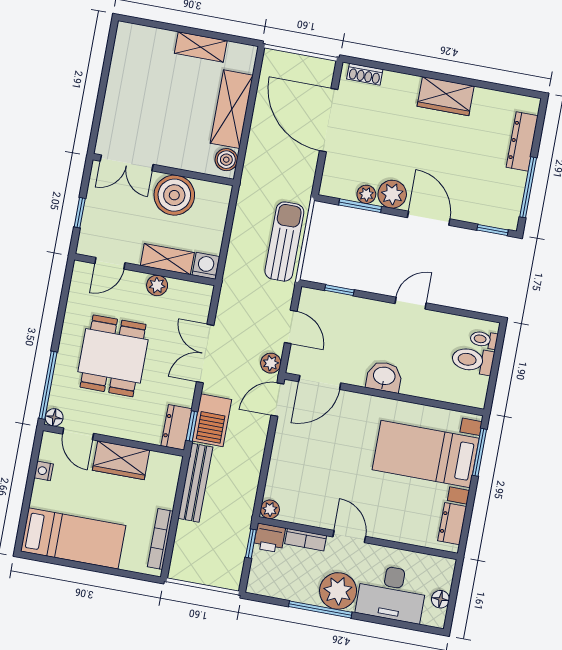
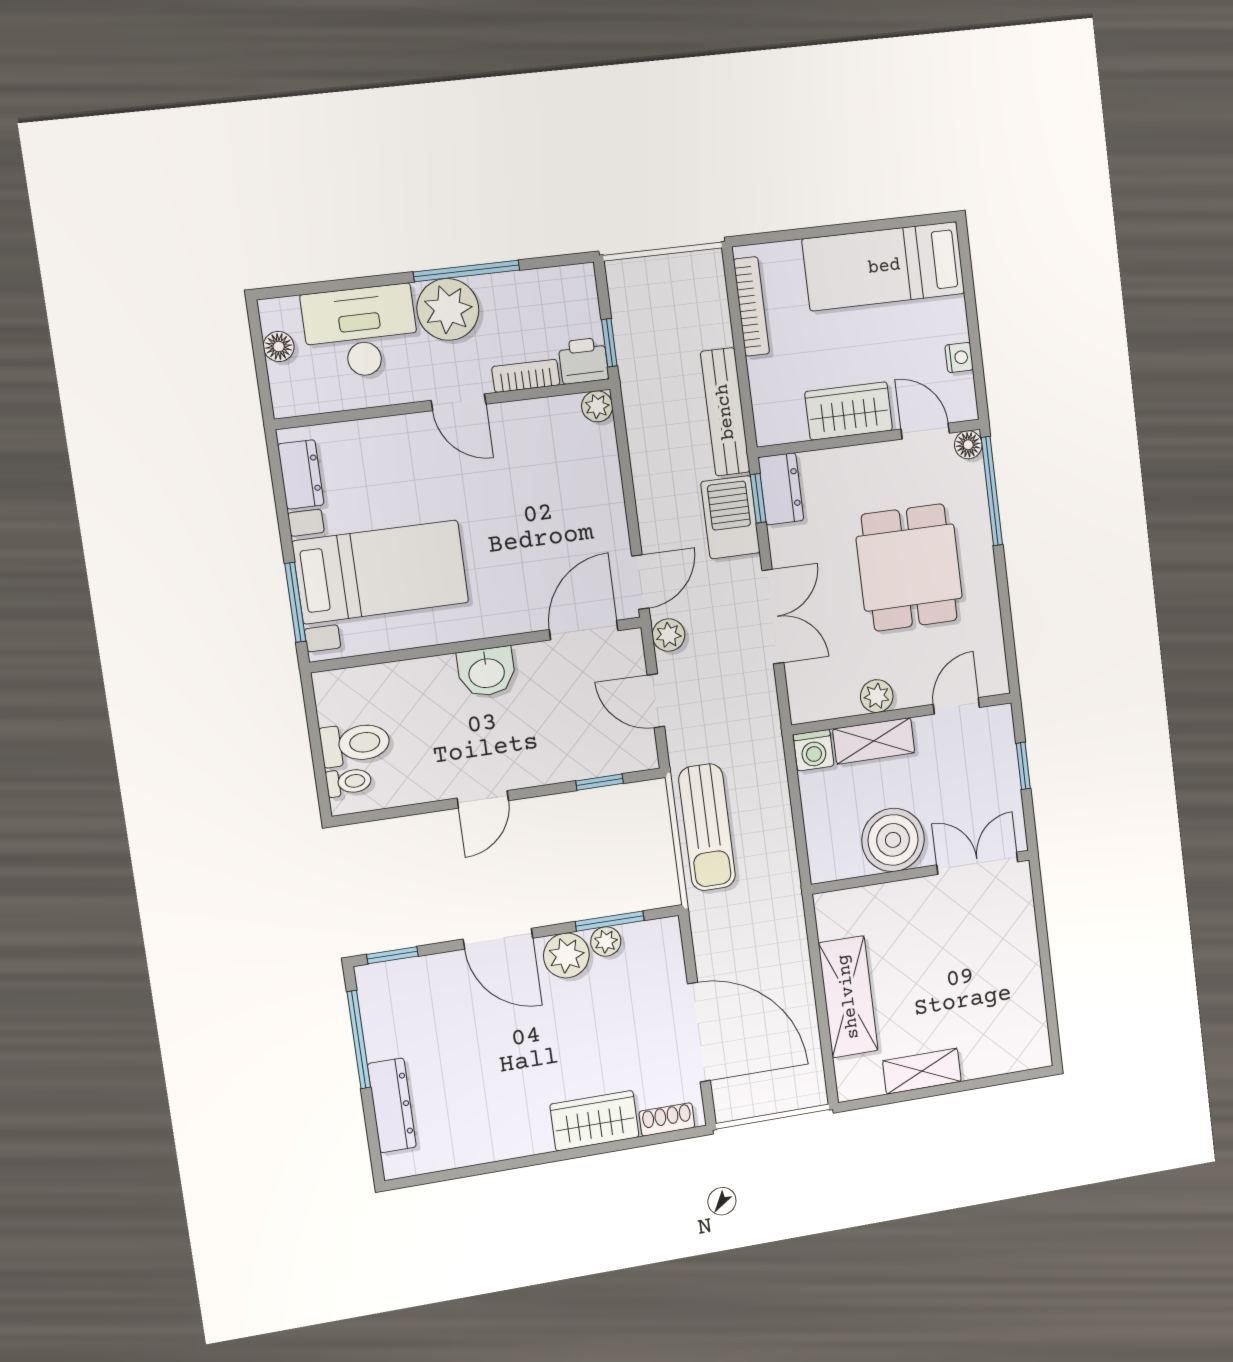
wardrobe: (446, 96) -> (594, 1121), moved
boiler: (226, 160) -> (833, 920), removed

